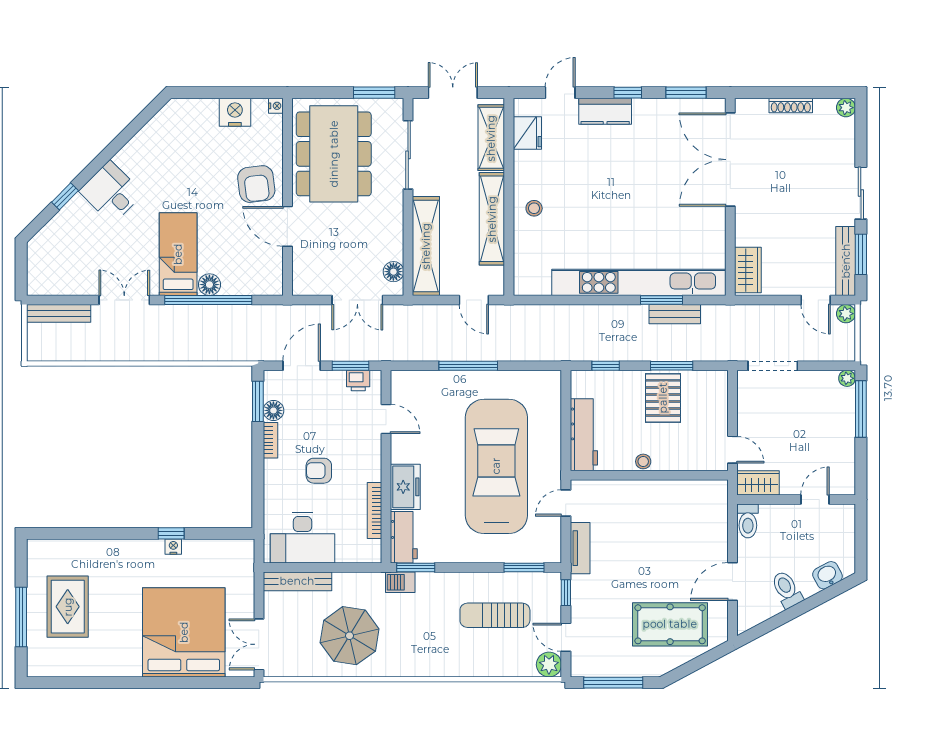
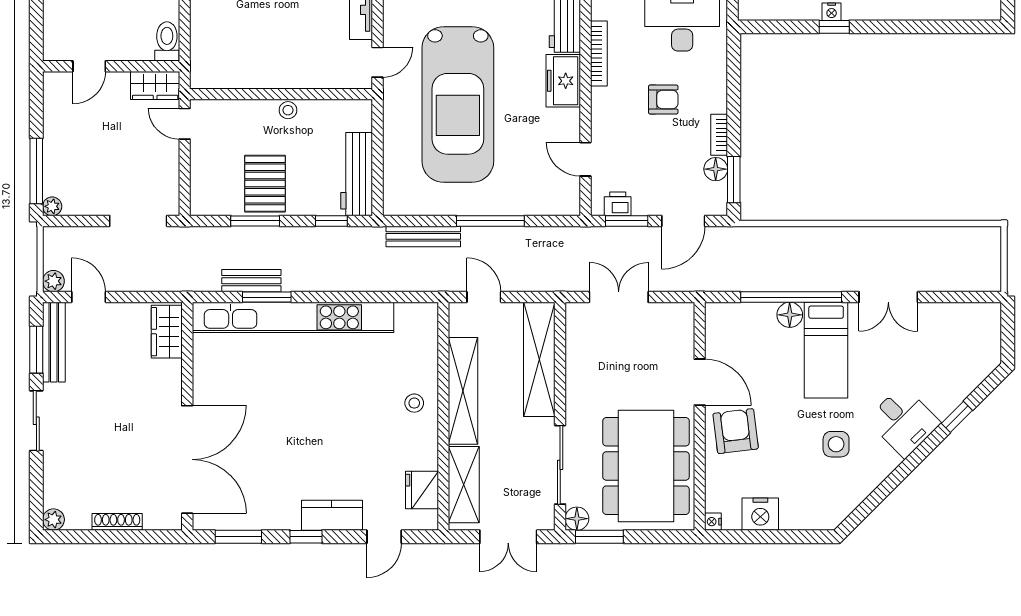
side table: (169, 173) -> (836, 444), added
floor lamp: (393, 272) -> (577, 519), moved
bench: (59, 313) -> (423, 236), moved
workbench: (584, 435) -> (357, 174), moved

